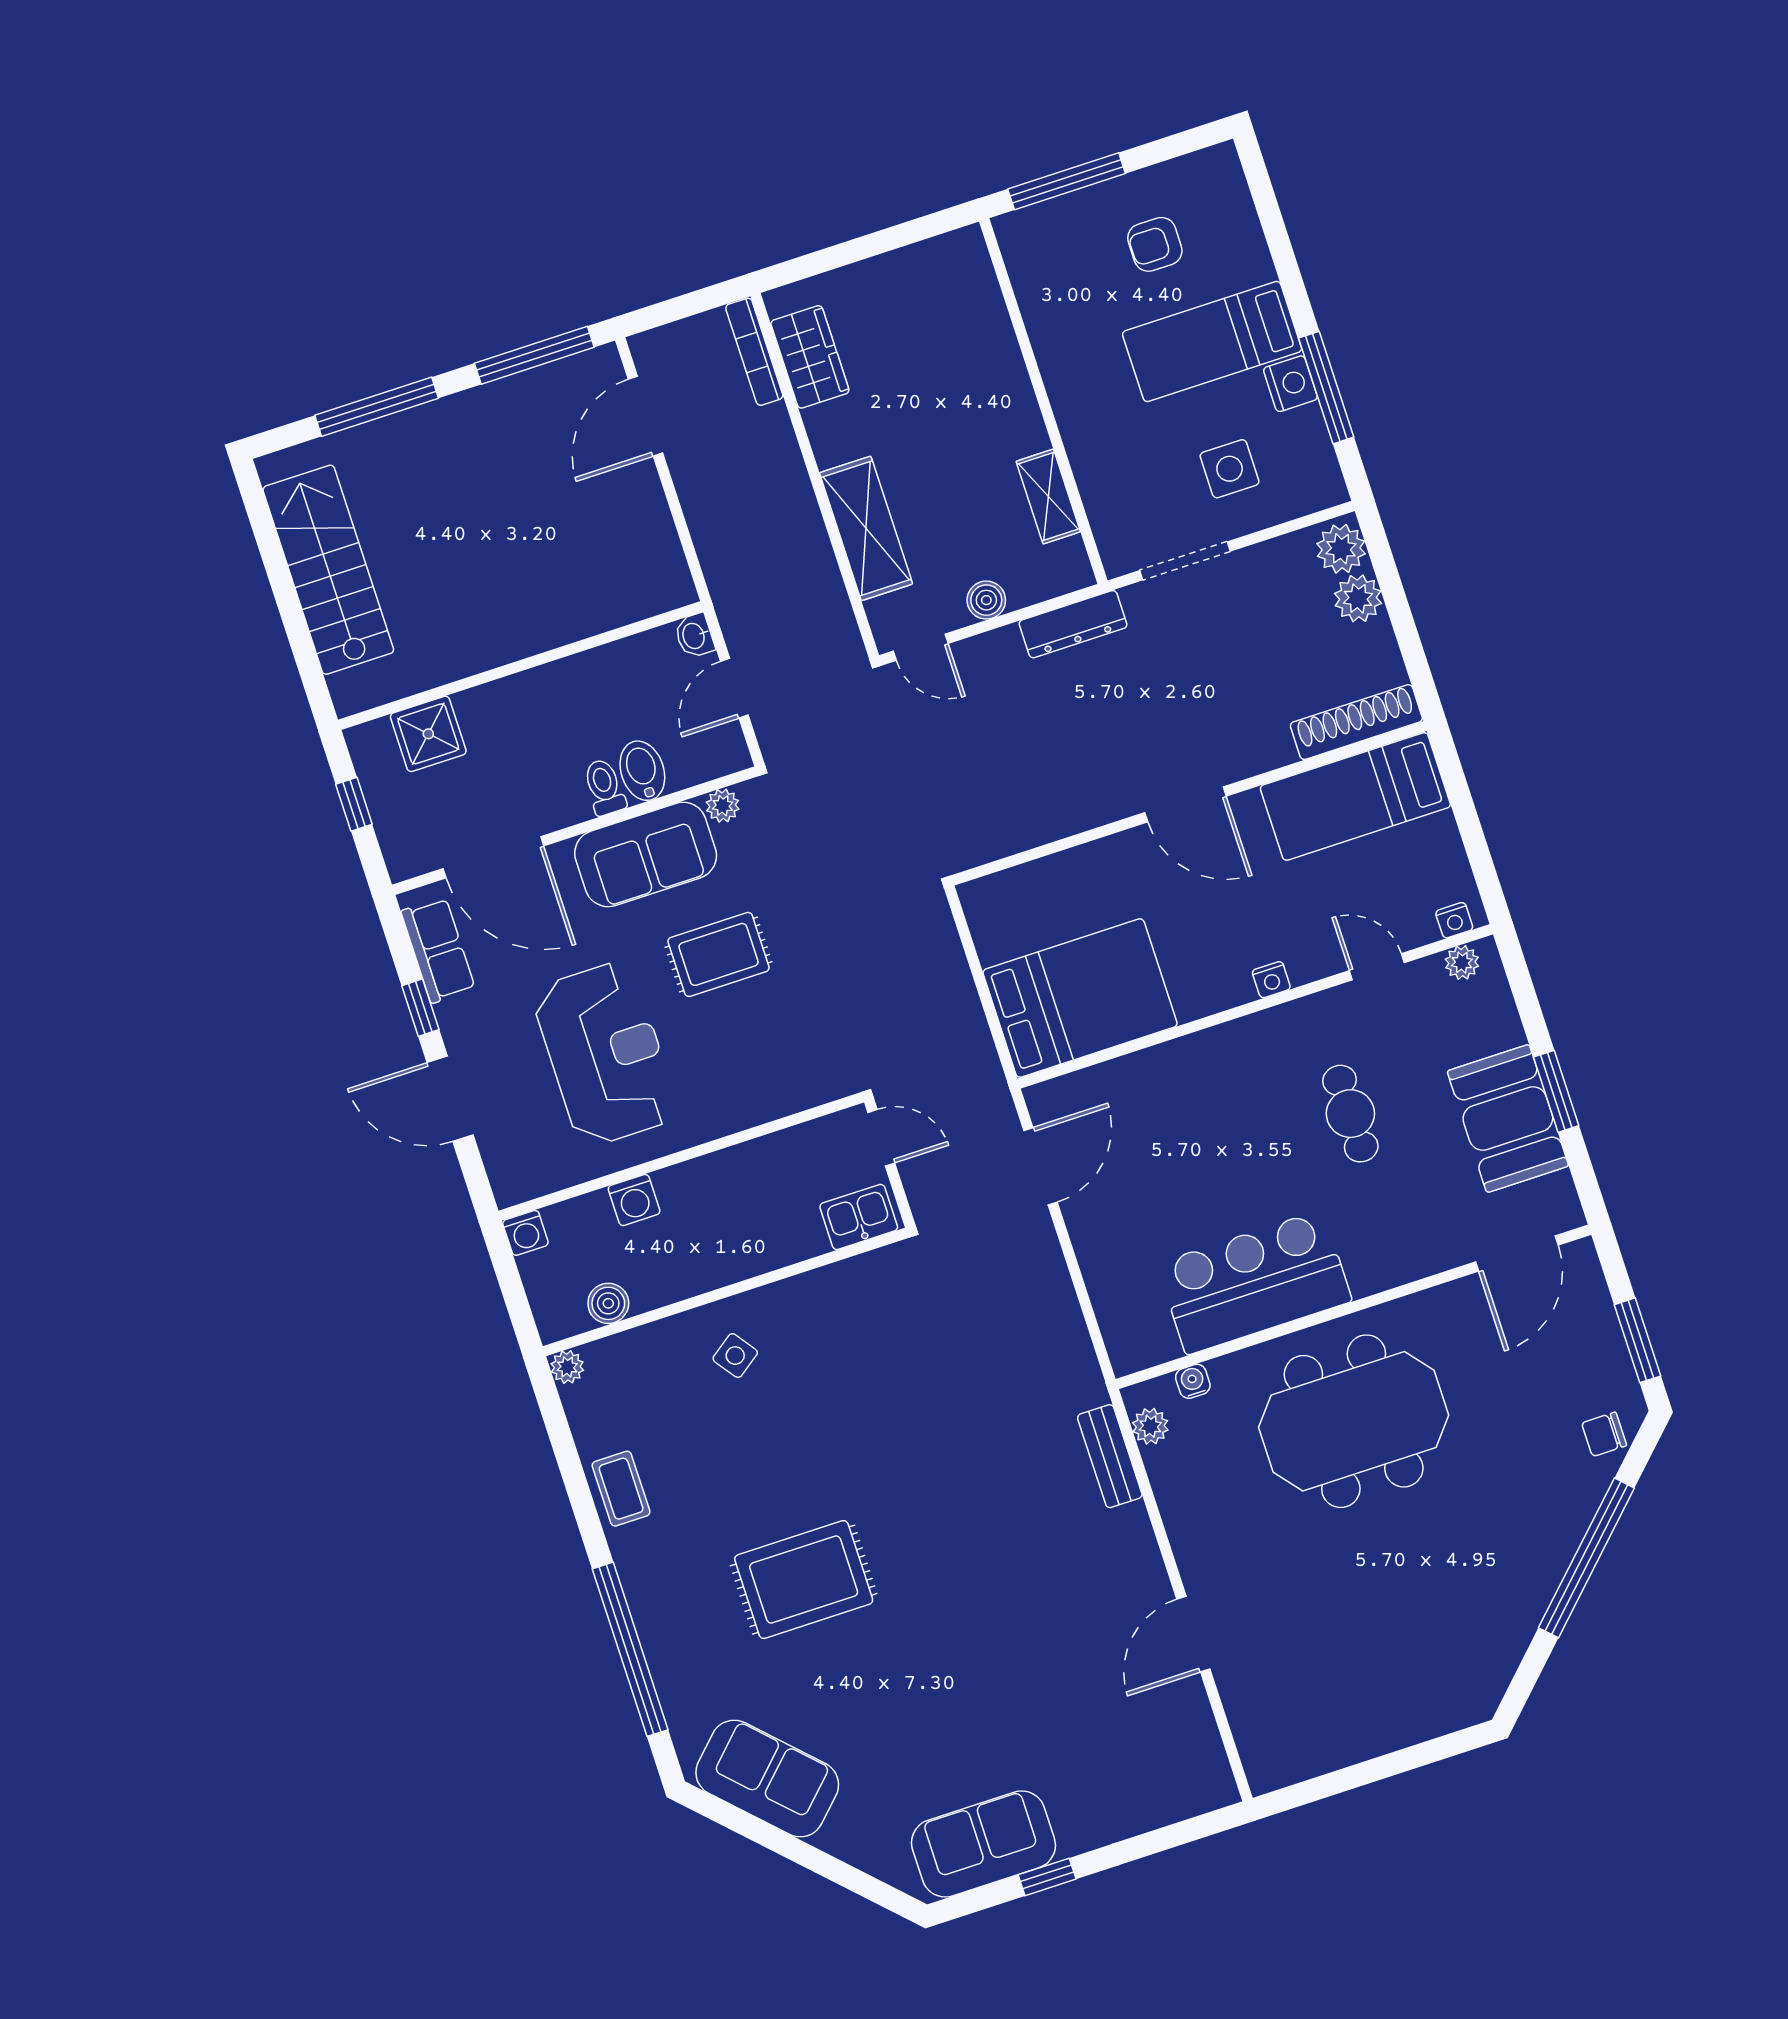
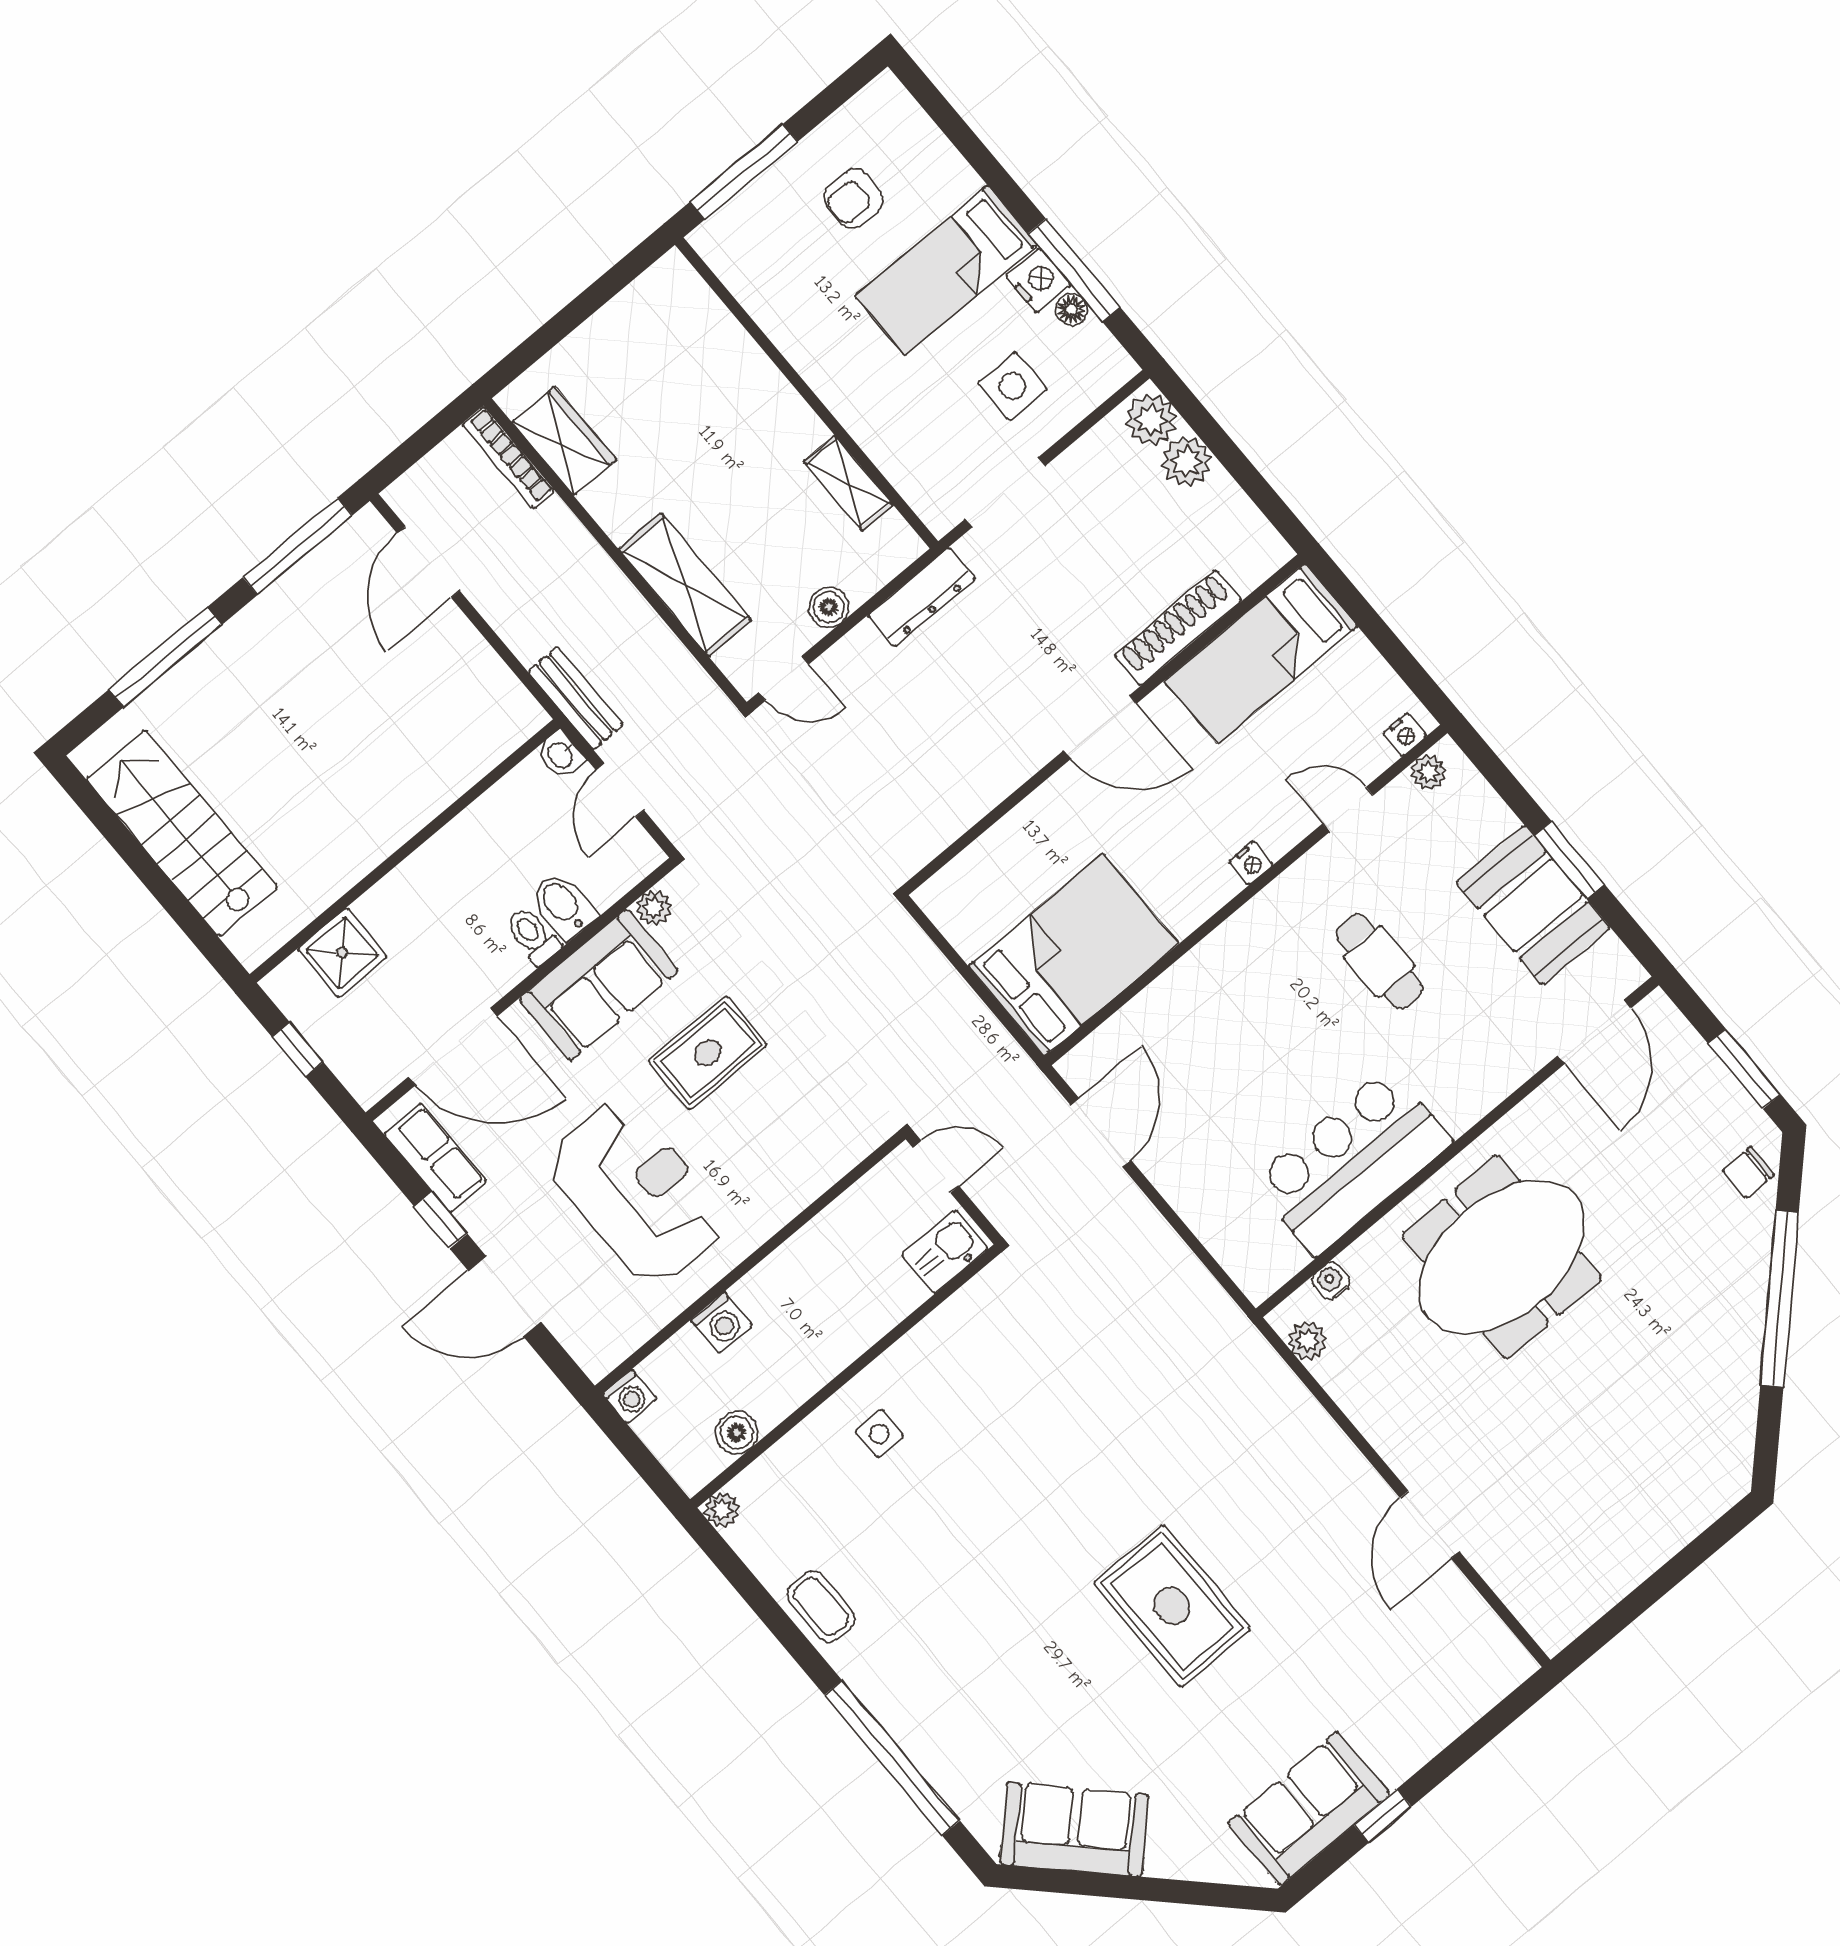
floor lamp: (1310, 422) -> (1072, 310), added
shoe rack: (1356, 722) -> (1178, 628), moved
side table: (735, 1356) -> (880, 1434), turned 36
bench: (1110, 1456) -> (576, 698), moved
rug: (804, 1580) -> (1172, 1606), moved, turned 90

